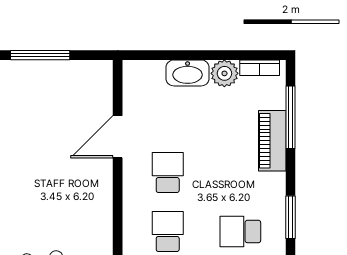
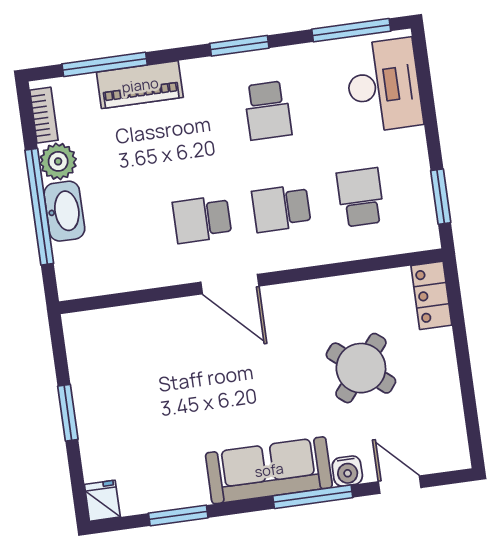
window: (40, 55) -> (68, 413), width x0.69
window: (193, 55) -> (39, 207), added
door: (118, 137) -> (230, 284), moved

